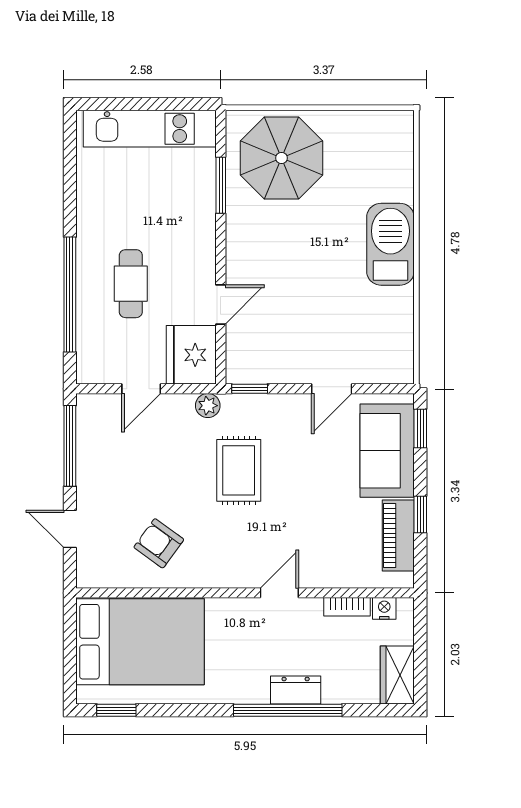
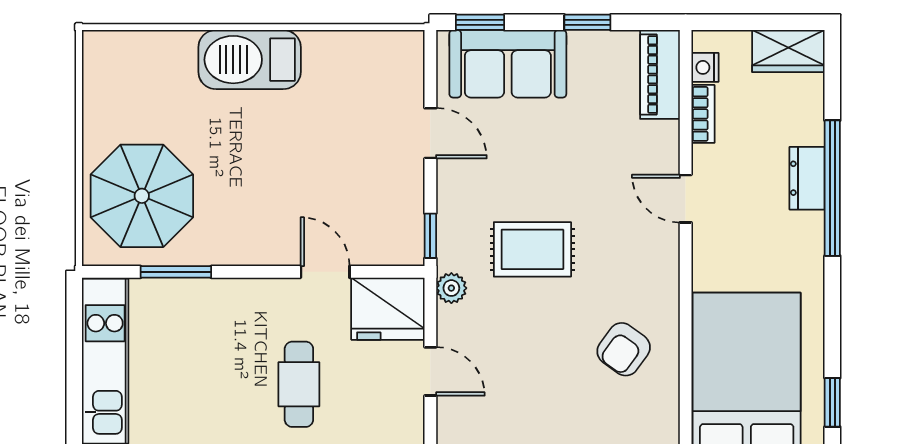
cafe table: (131, 284) -> (299, 384), turned 90
piano: (398, 535) -> (660, 74), moved, turned 90

